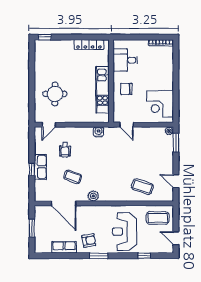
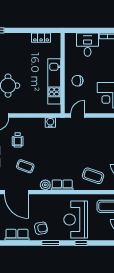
locker: (89, 45) -> (41, 38), width x0.66
desk: (125, 60) -> (88, 45), moved, turned 90
door: (126, 125) -> (78, 115), swing flipped
row of seats: (111, 196) -> (62, 185), added
window: (144, 256) -> (81, 243), moved

